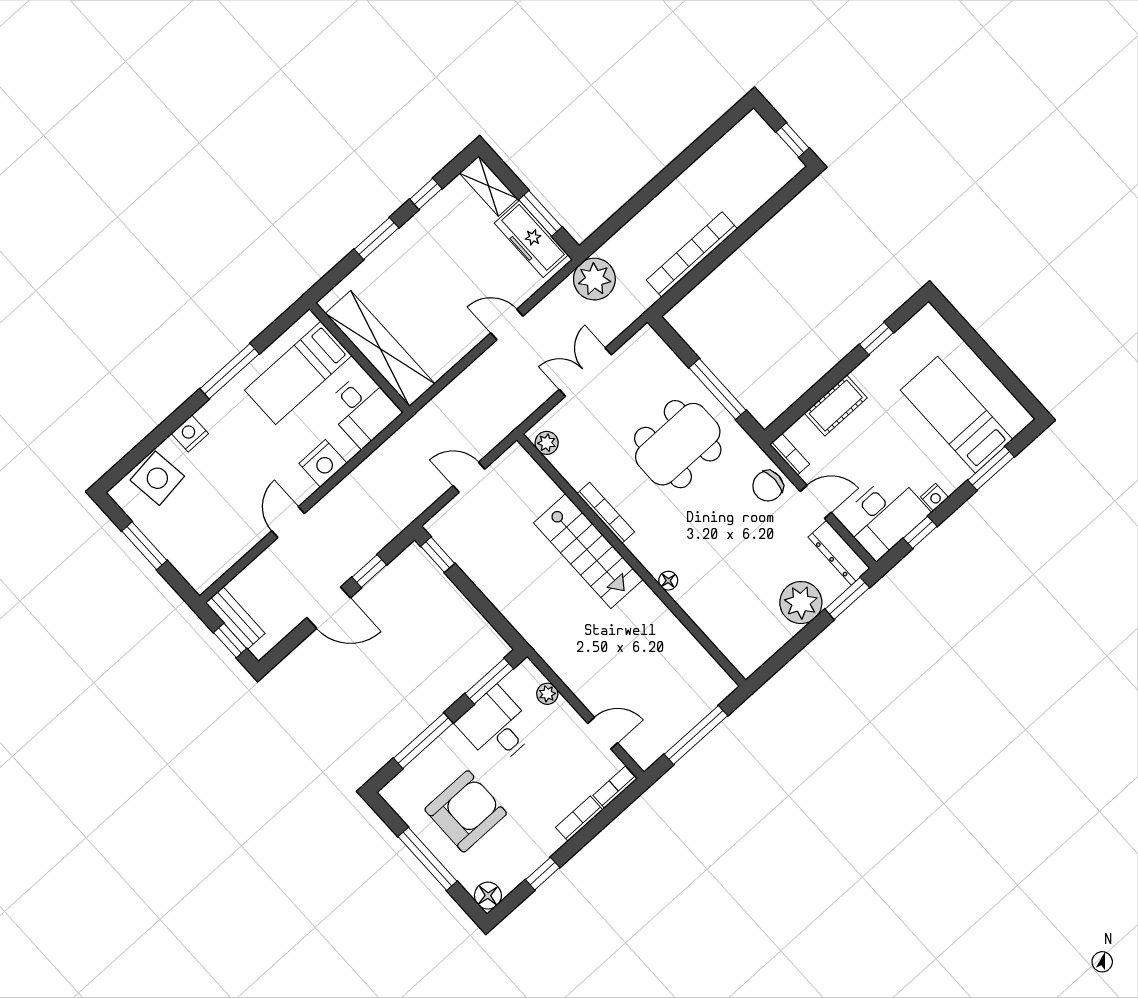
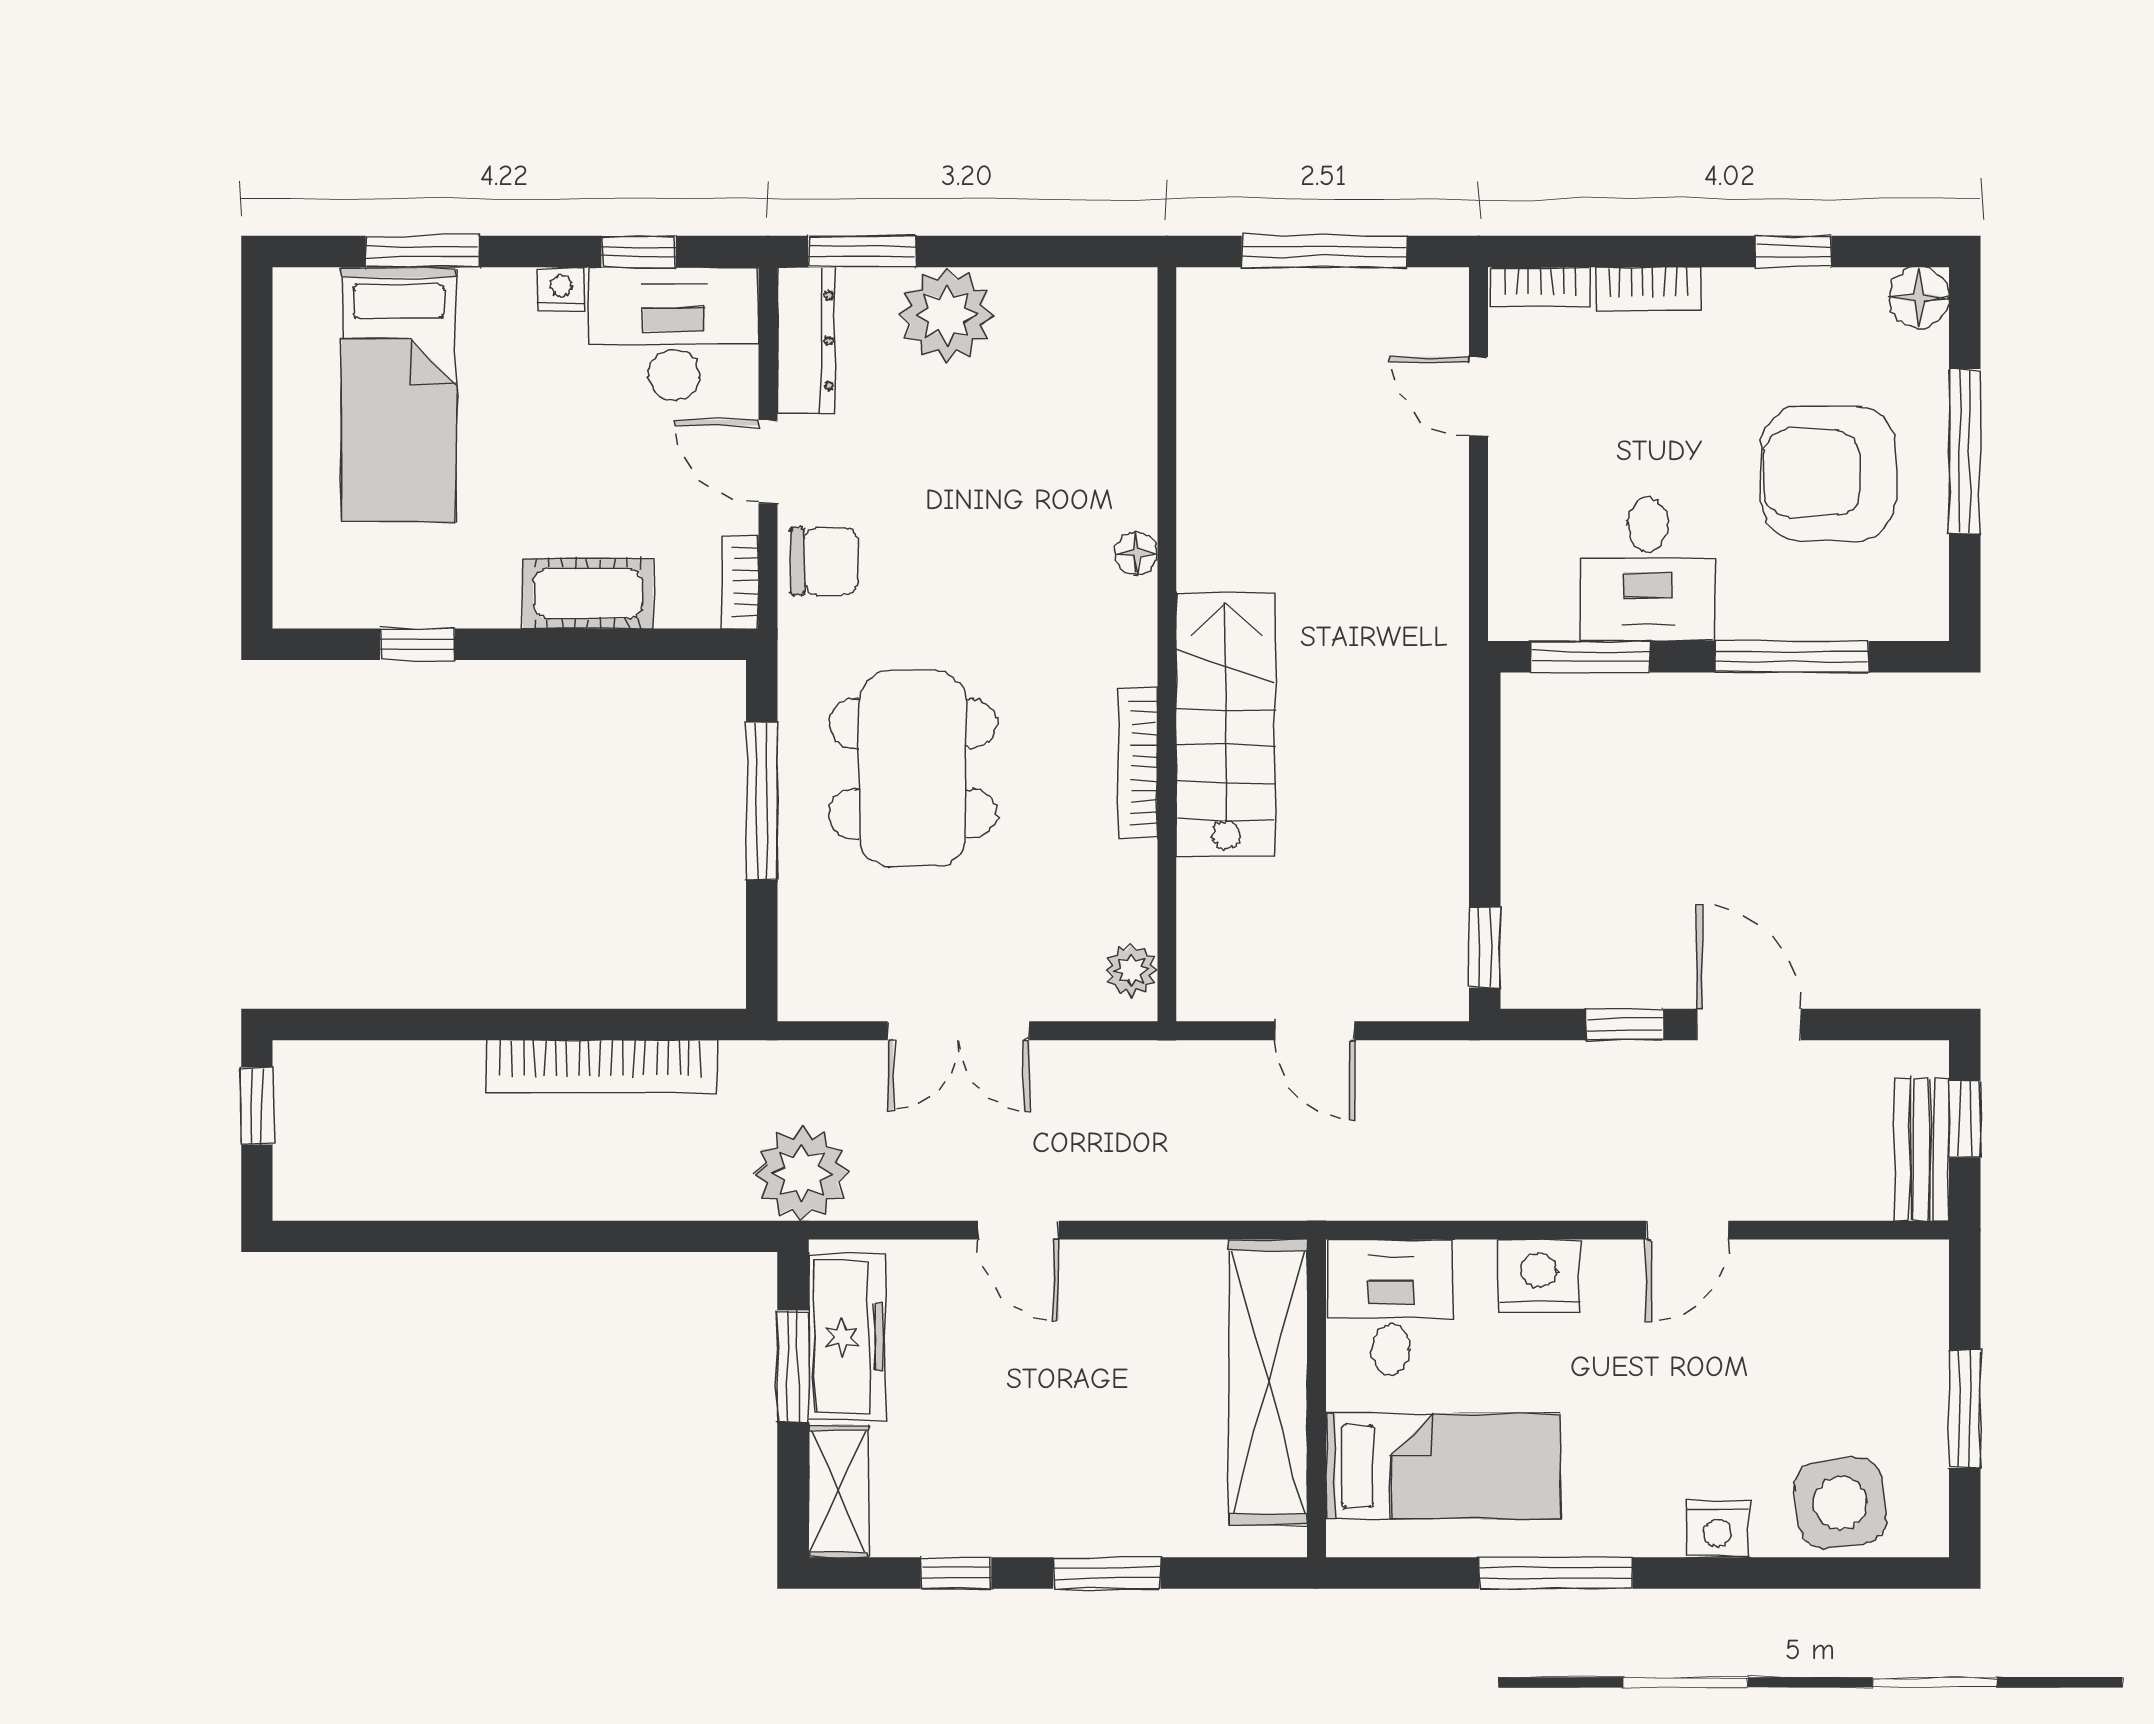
dining table: (678, 444) -> (912, 769), turned 90
plant: (547, 694) -> (1512, 547), removed

